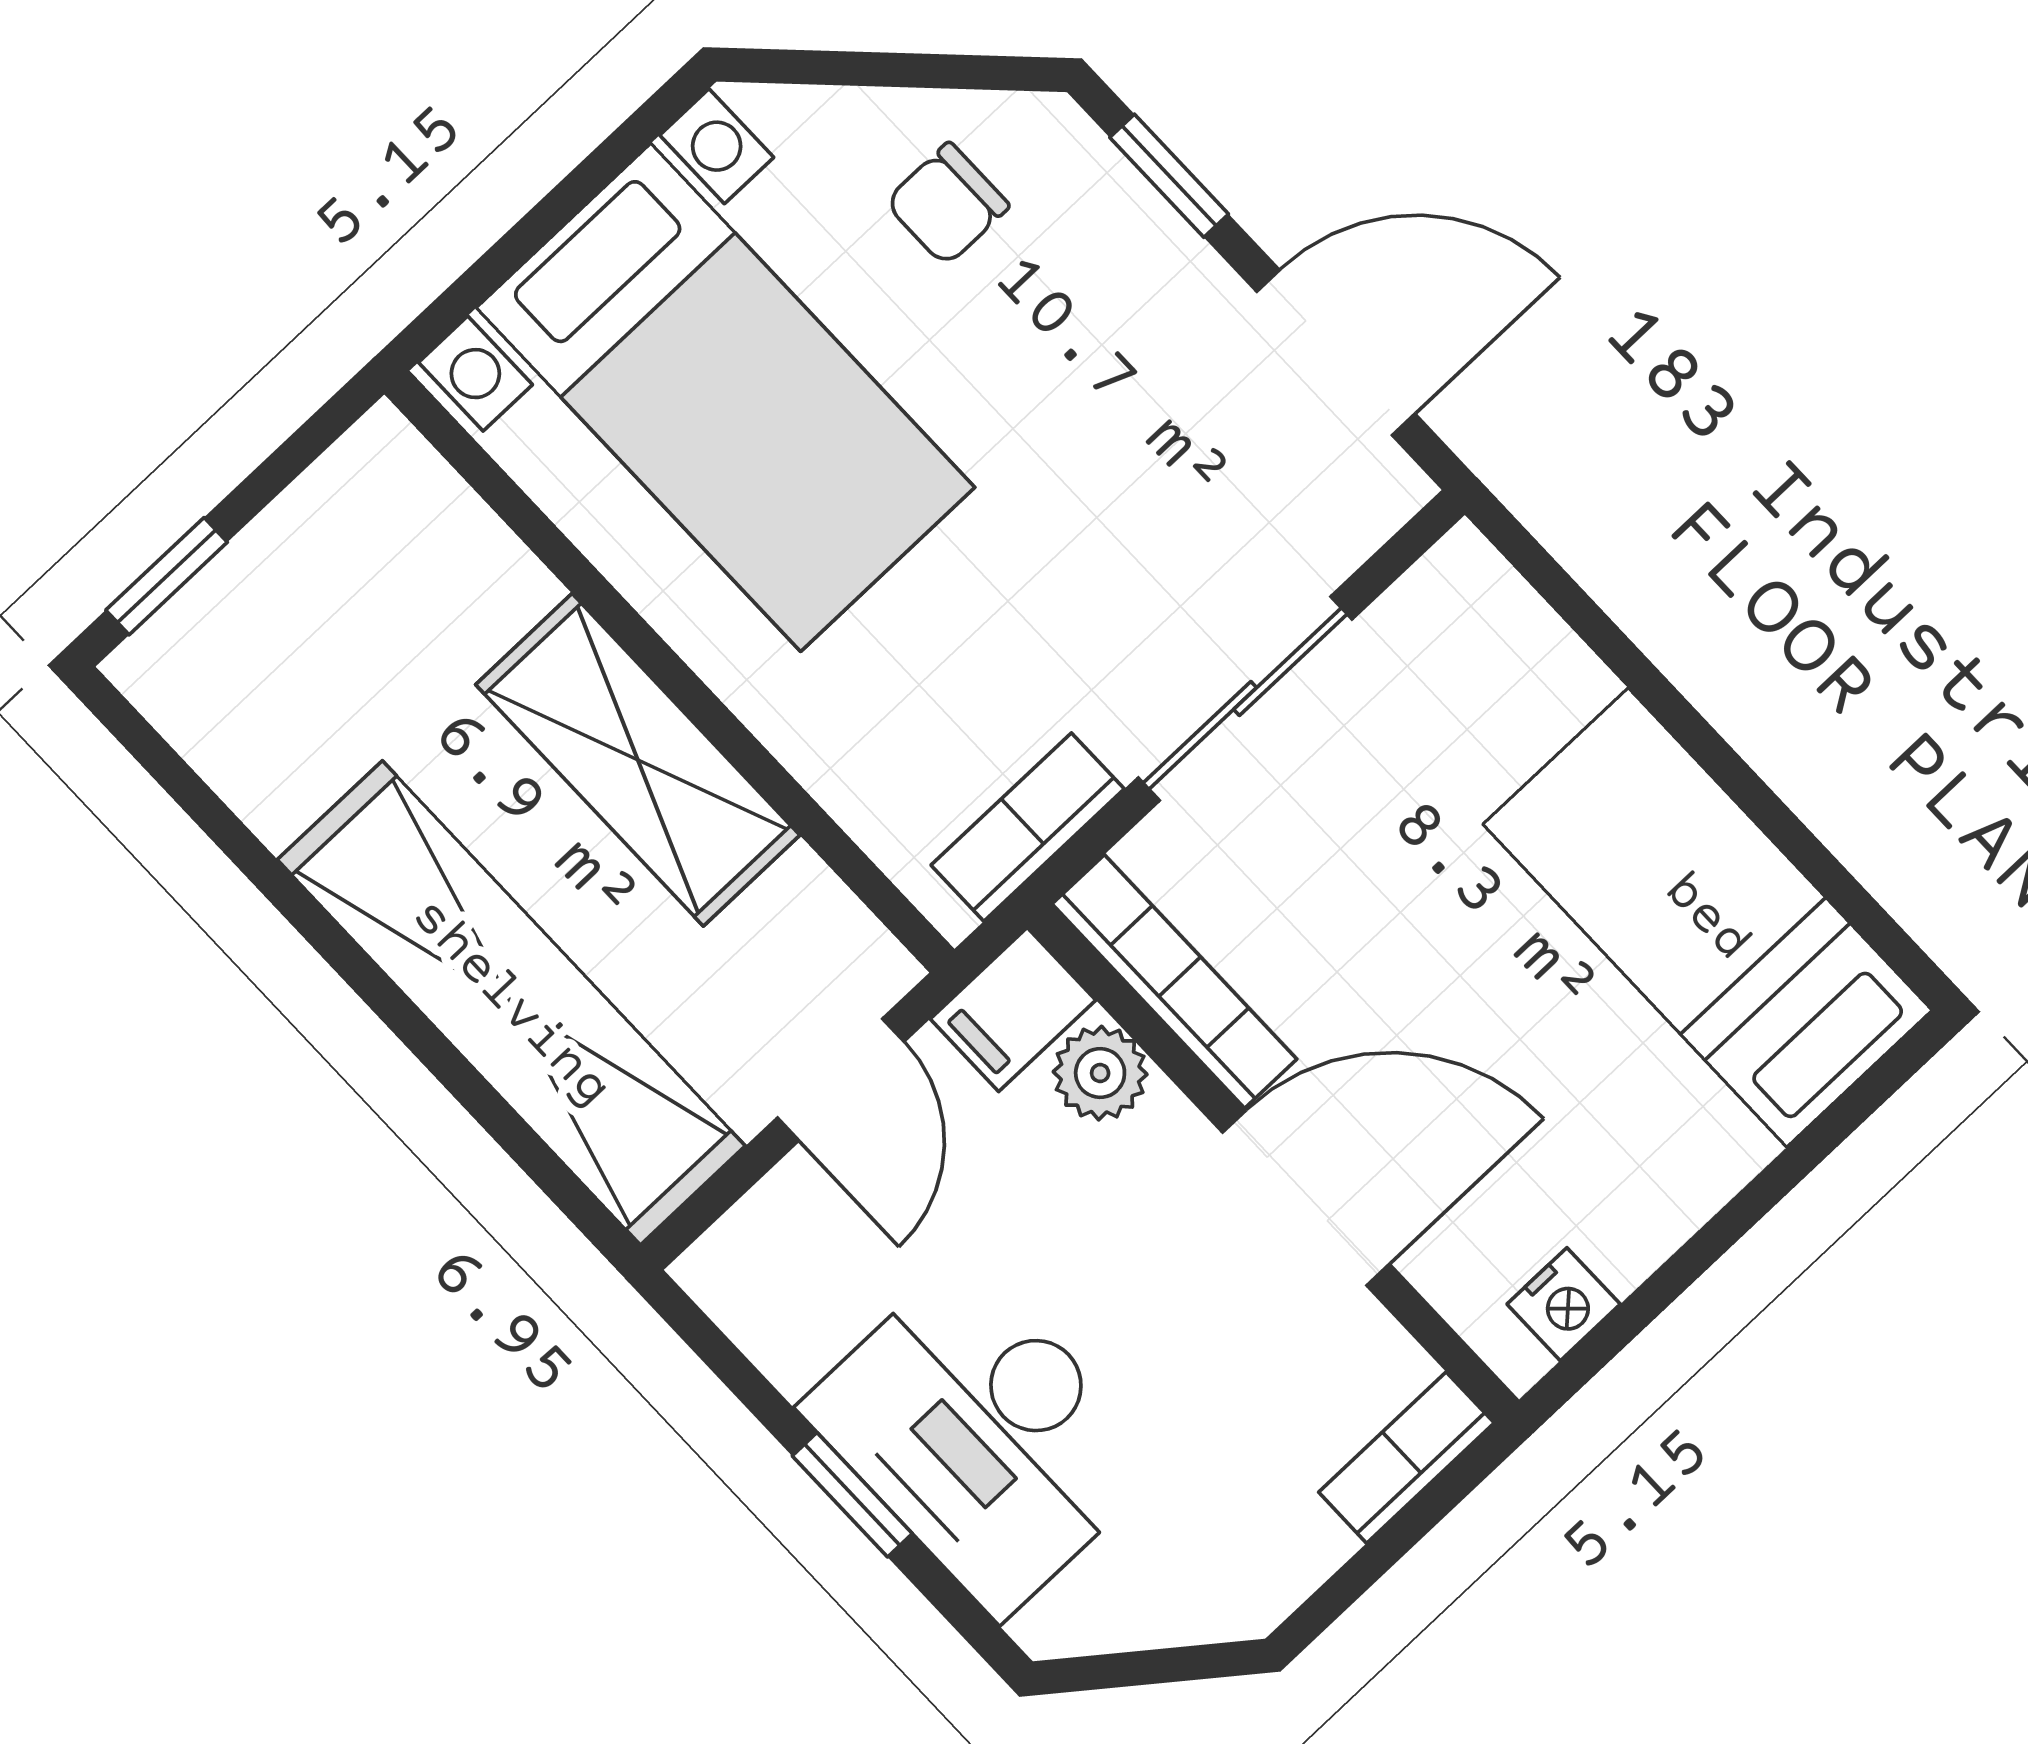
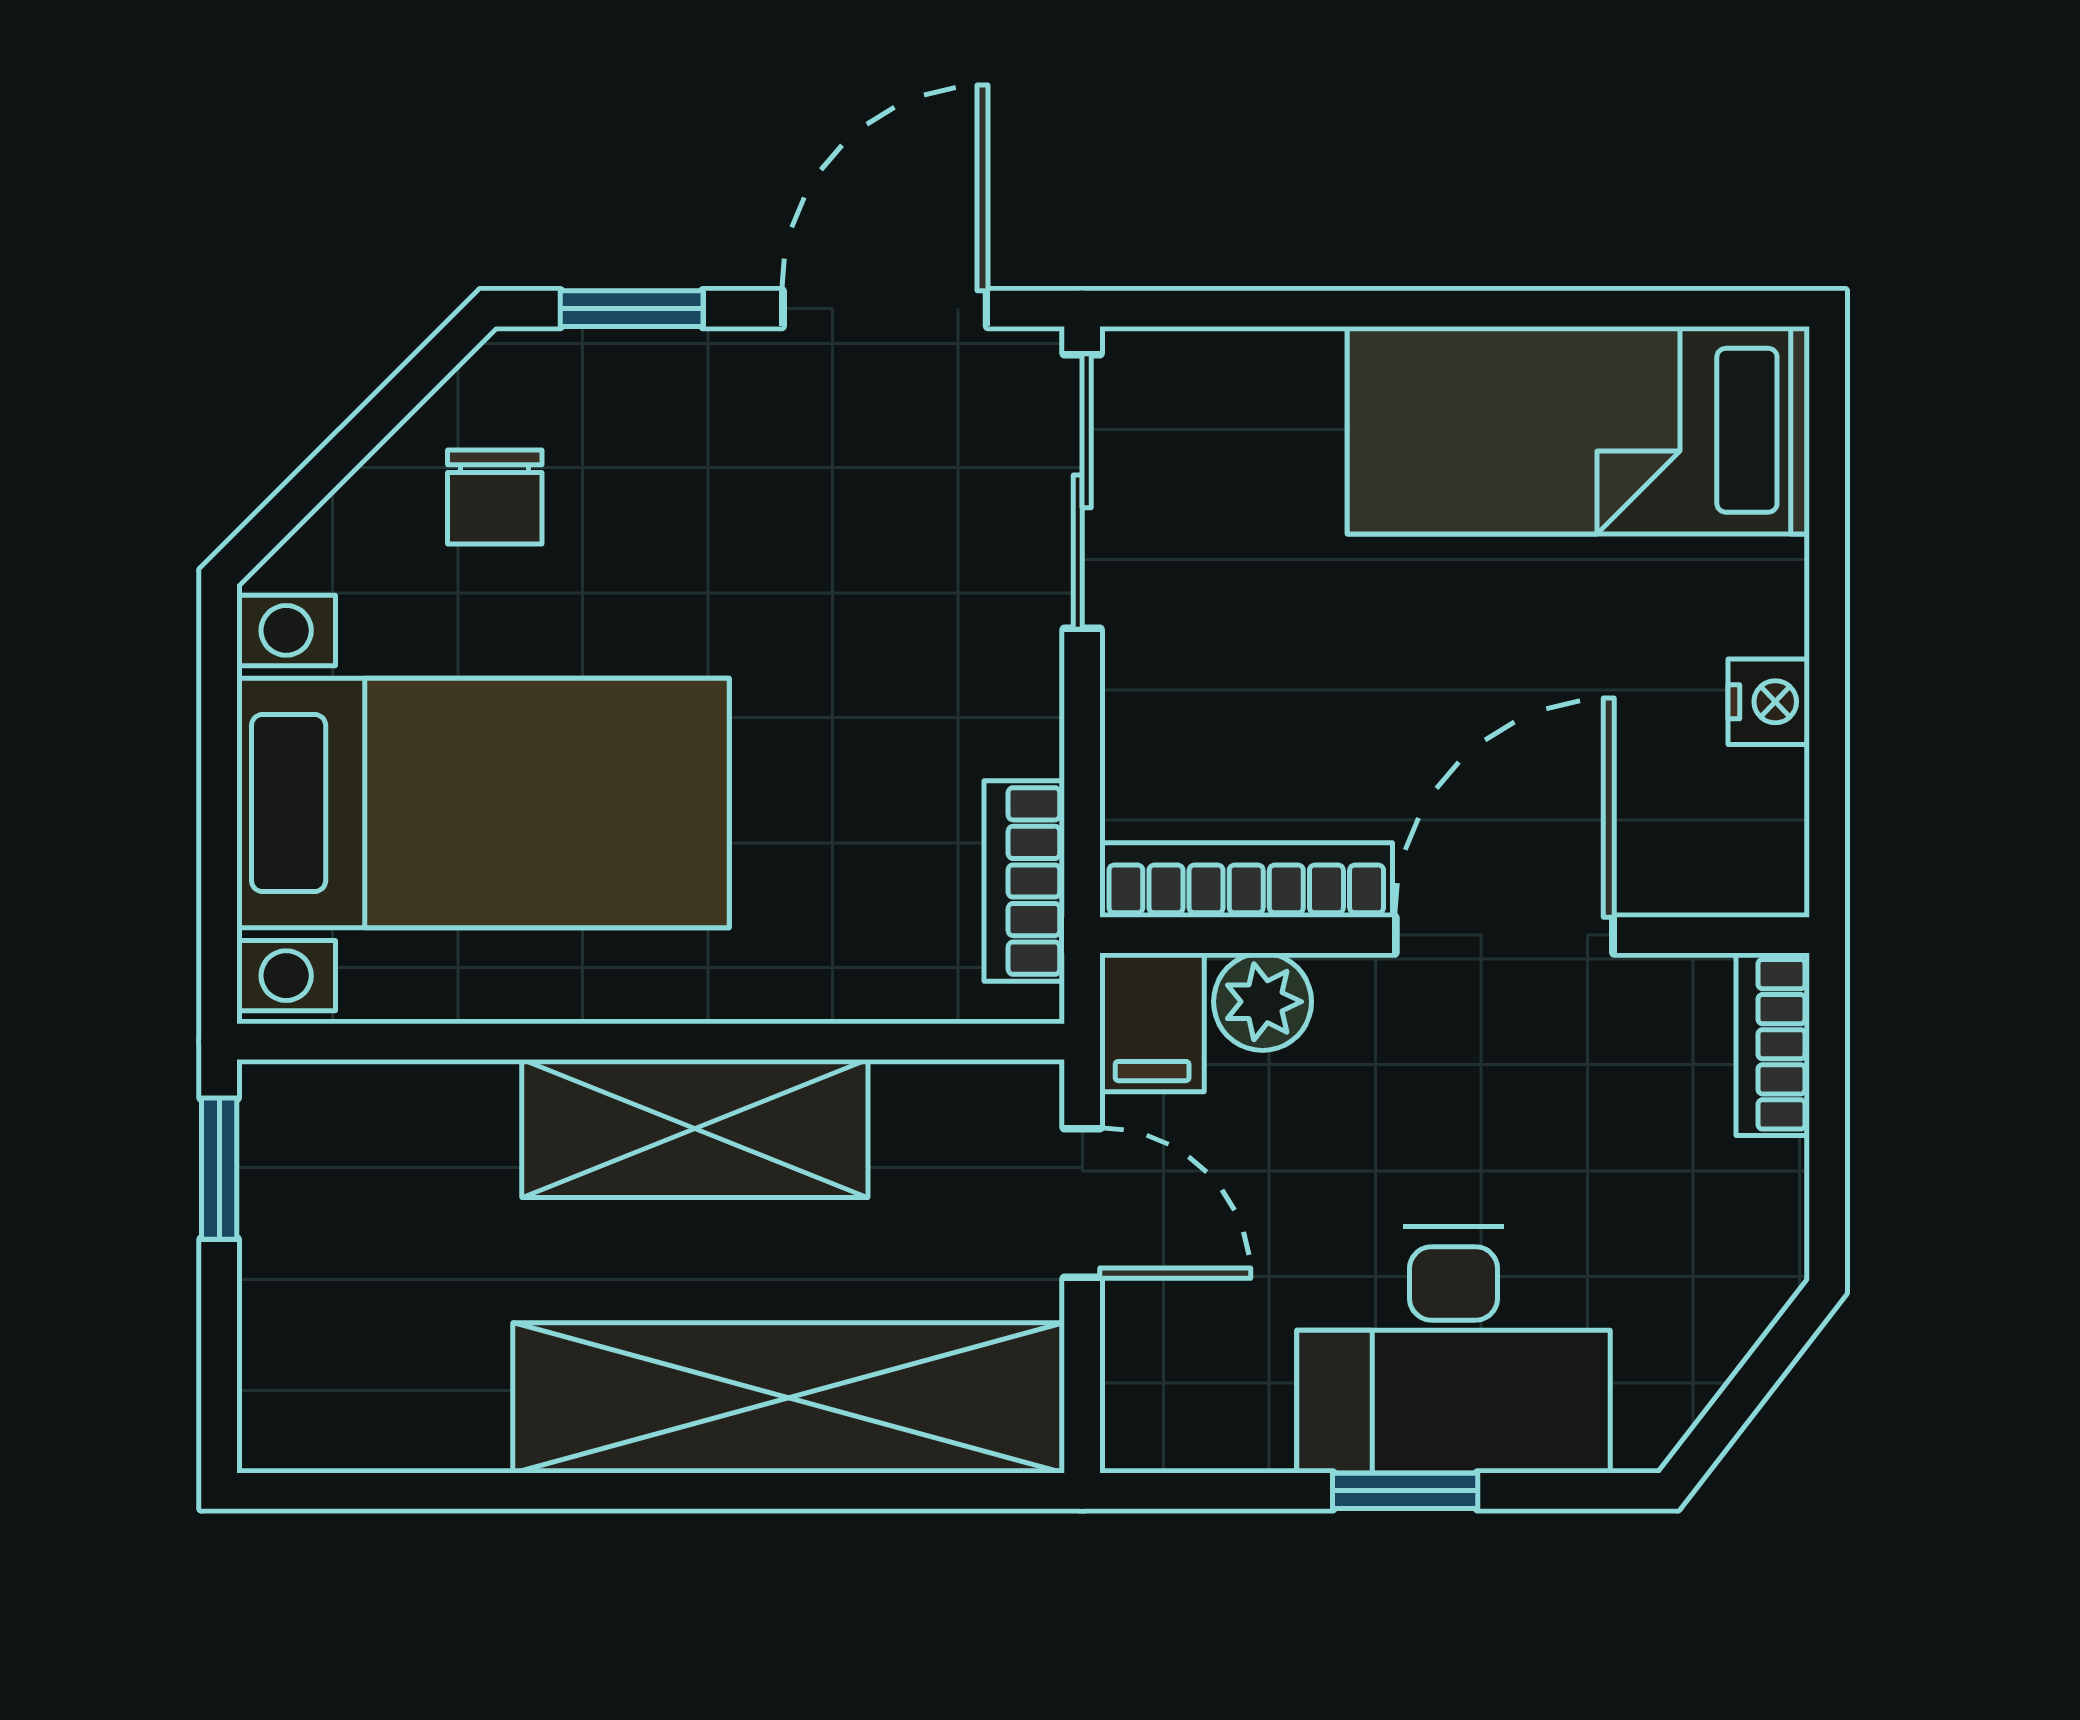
window: (167, 576) -> (219, 1169), moved
sliding door: (1245, 698) -> (1082, 491), moved
nightstand: (1564, 1304) -> (1769, 702), moved

